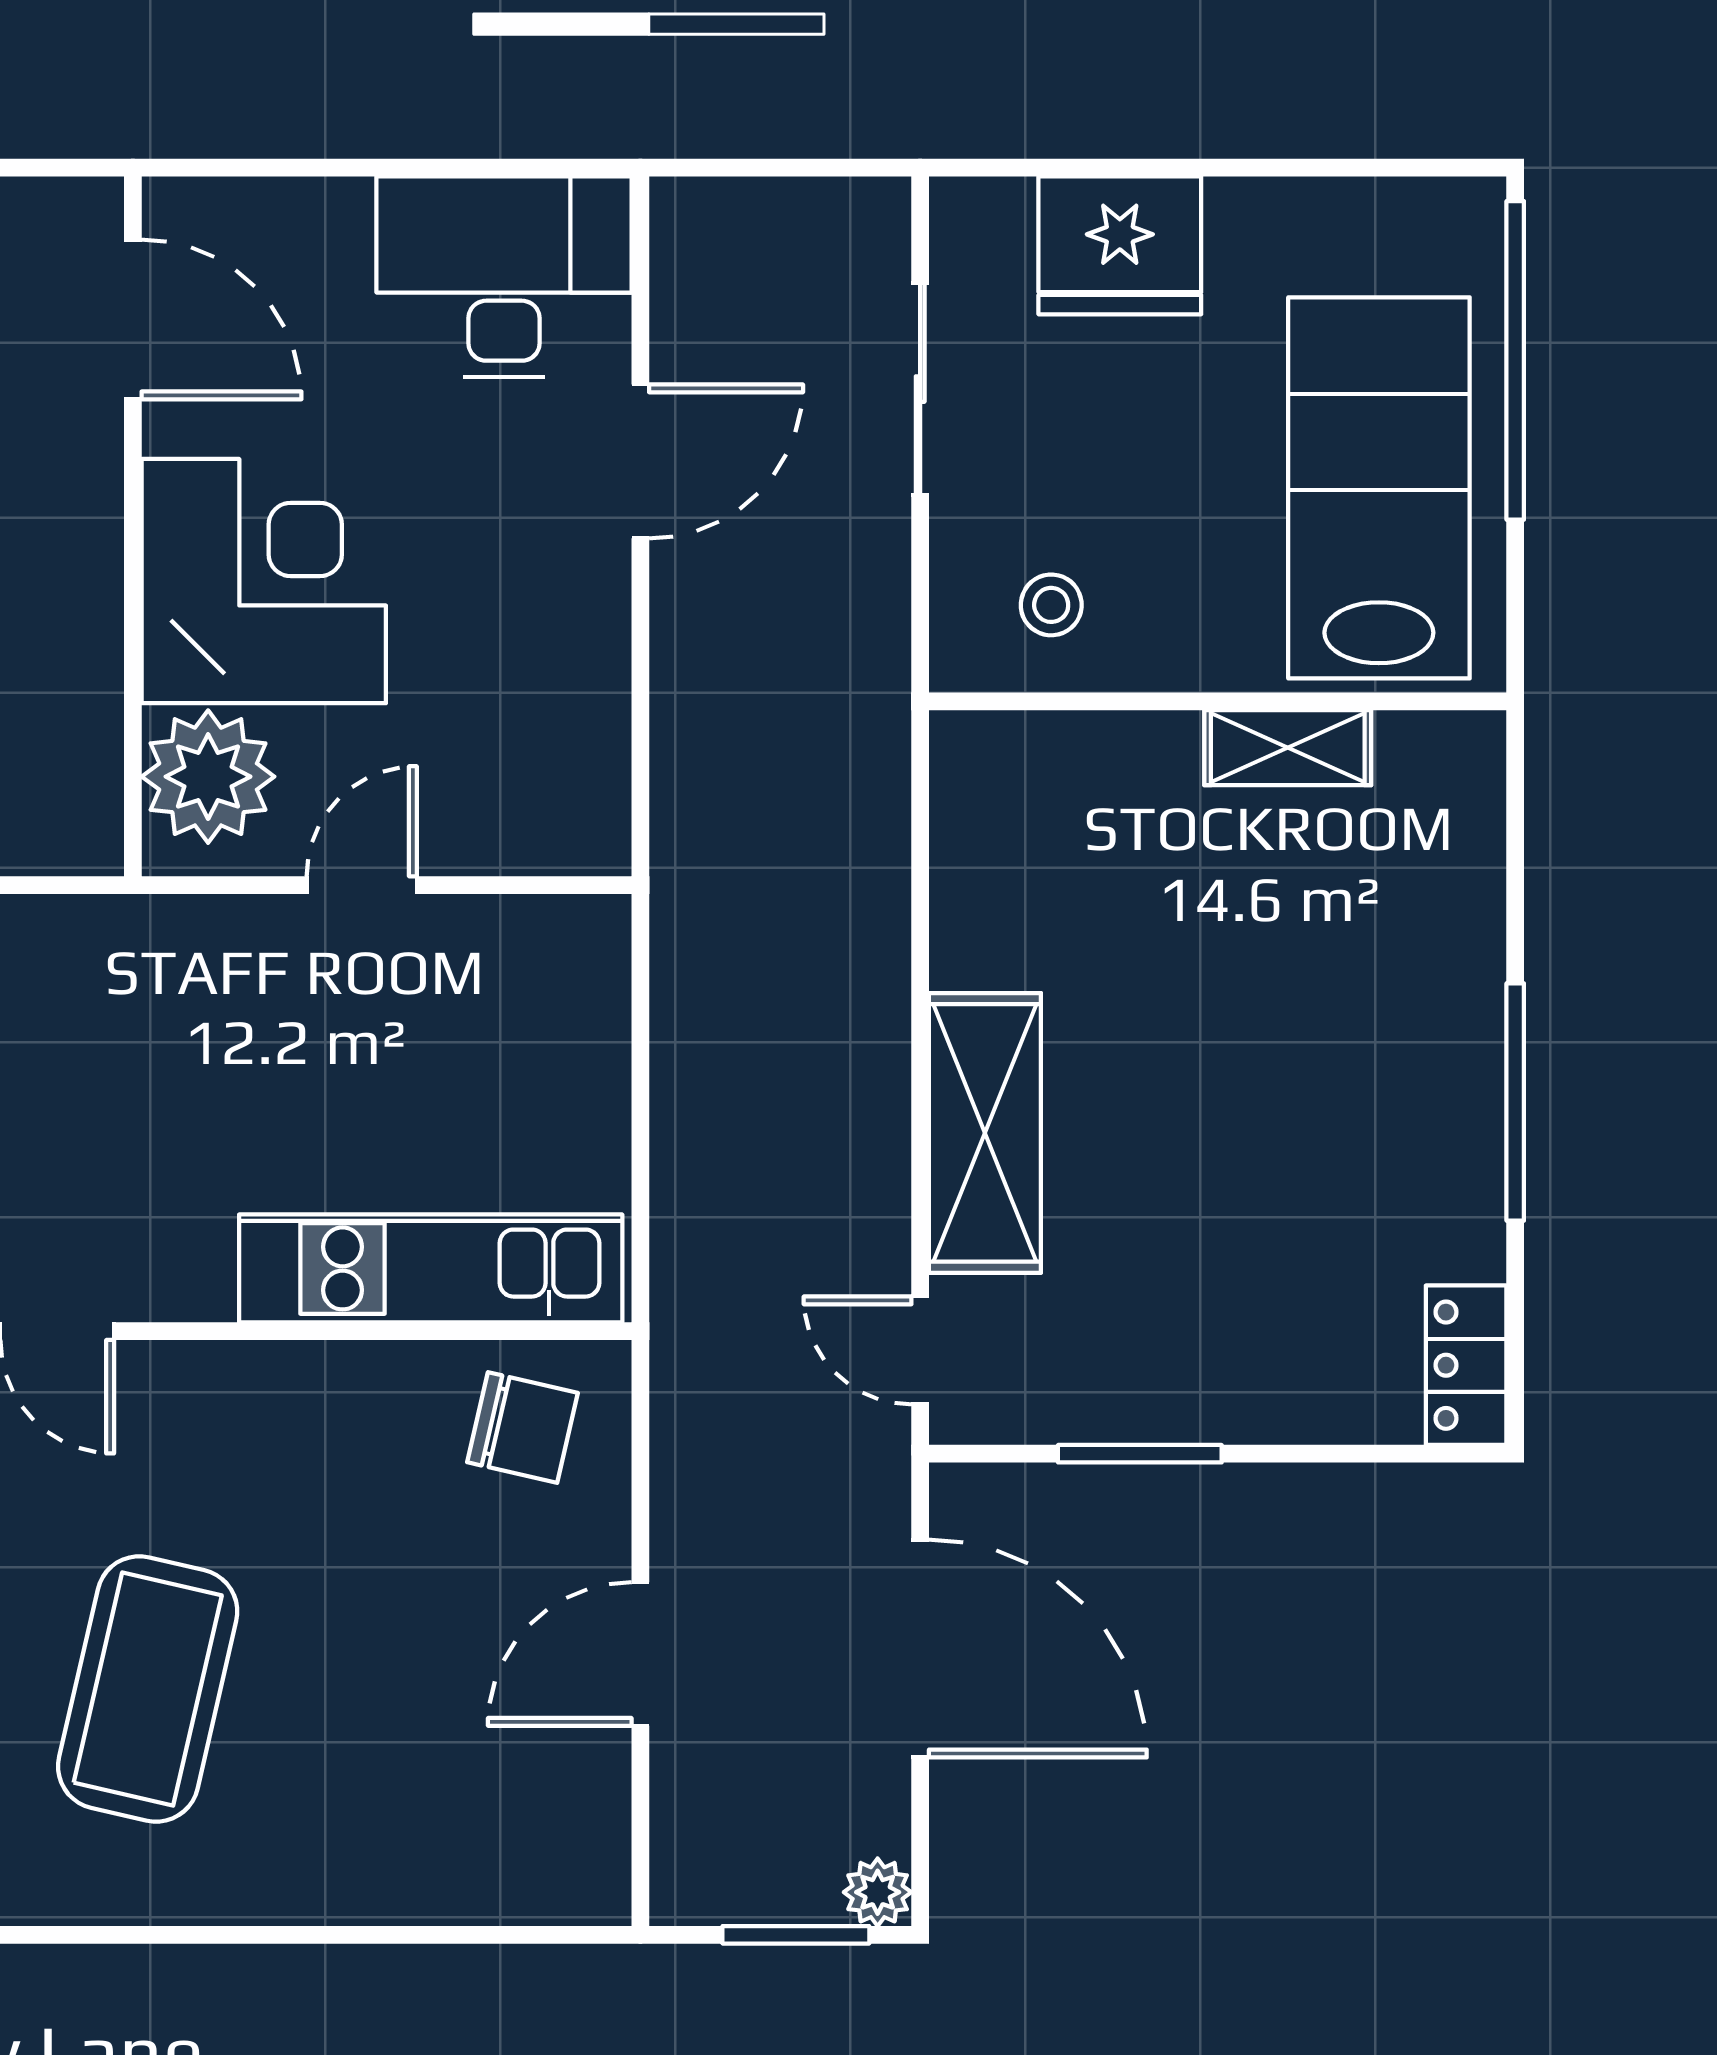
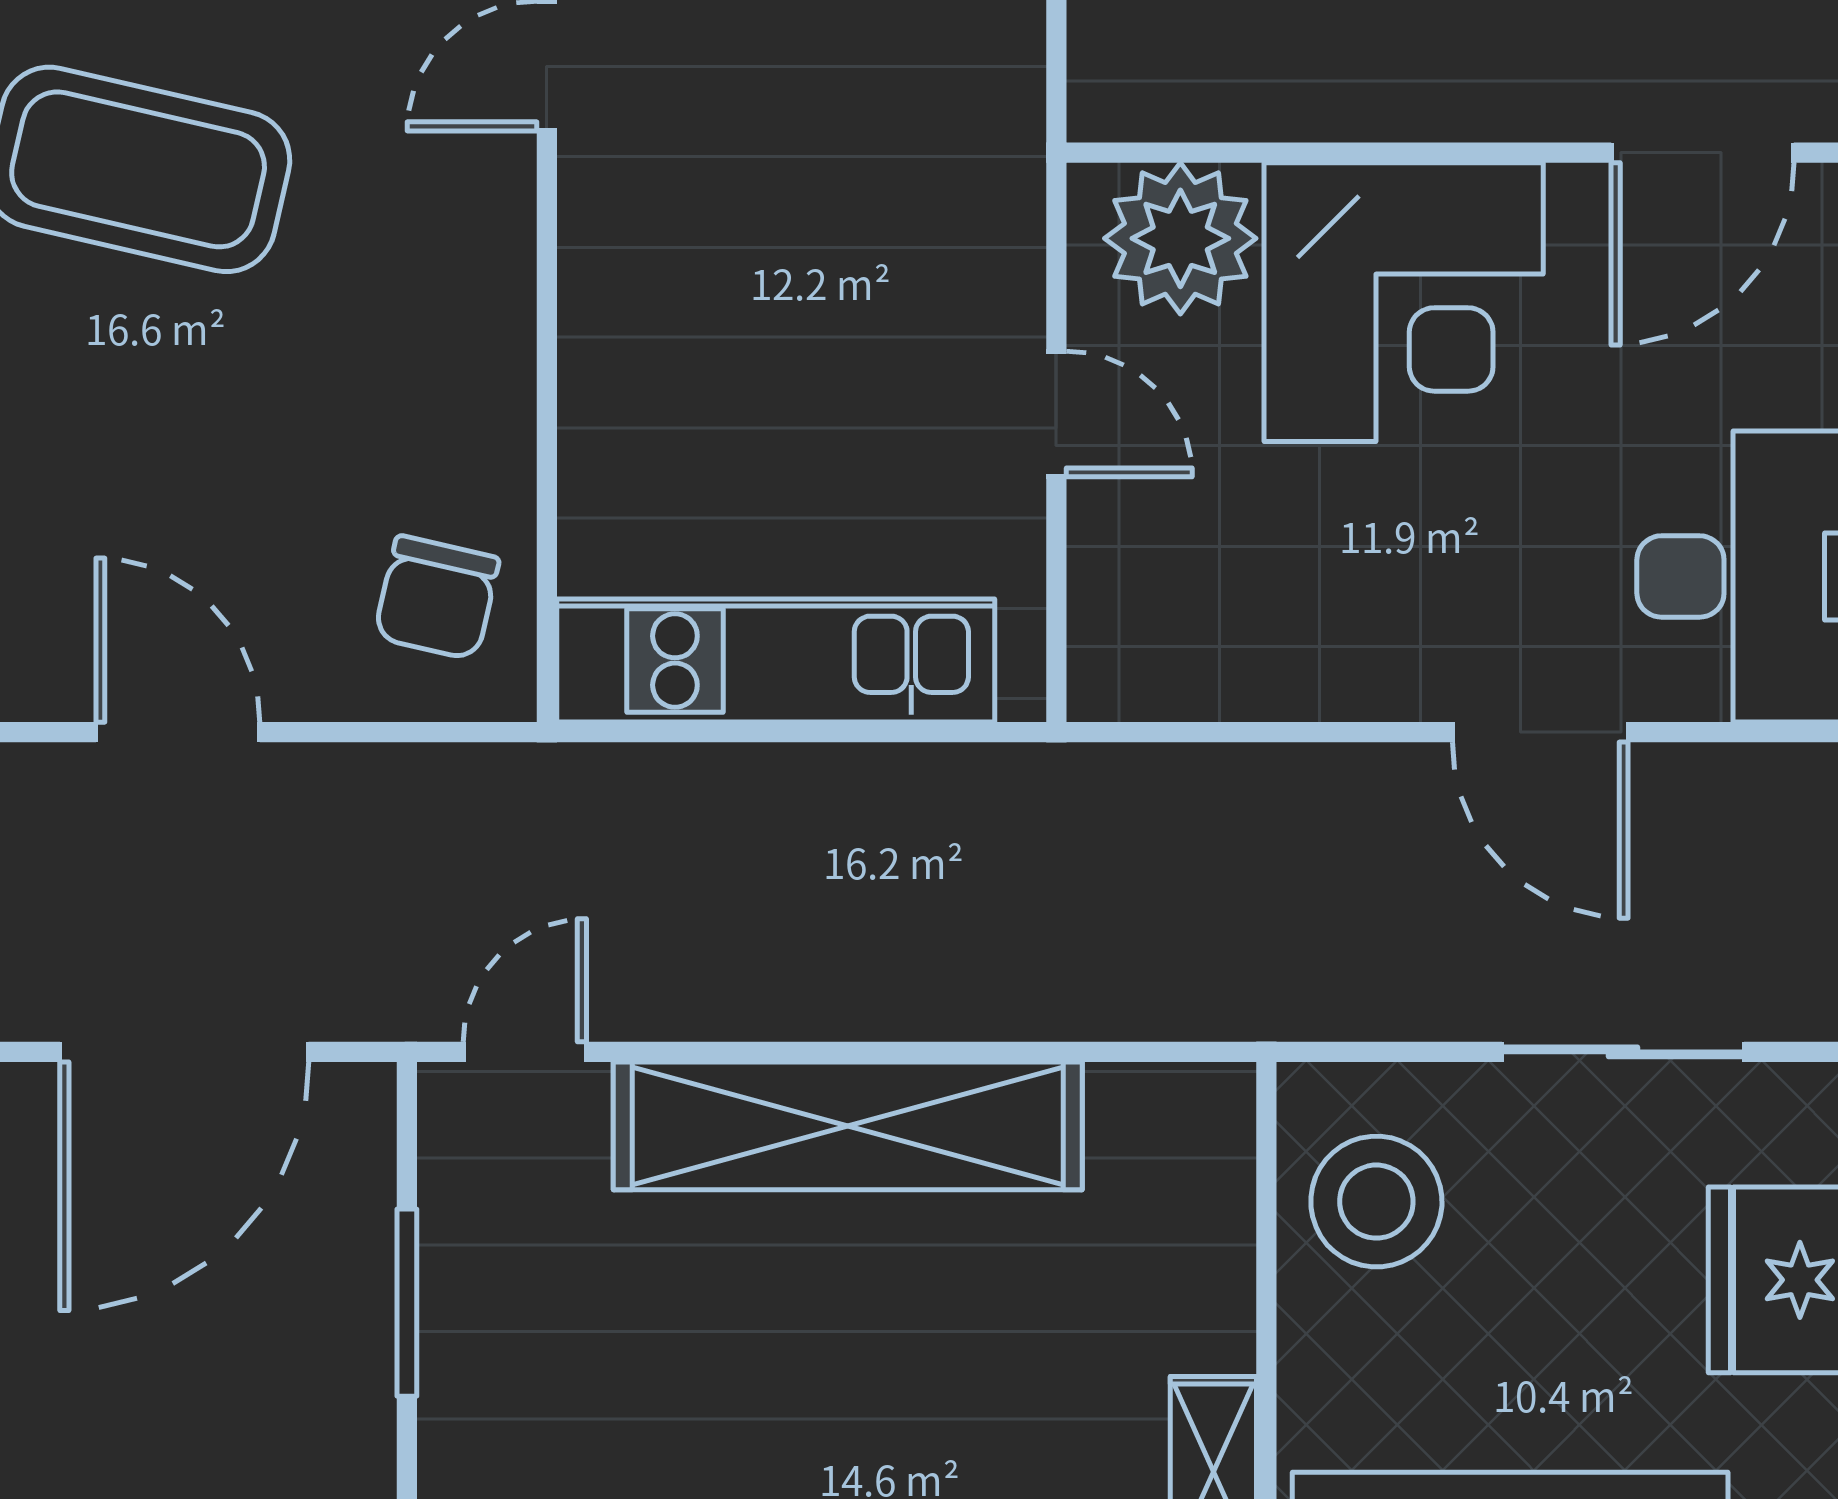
stool: (1051, 605) -> (1376, 1202), width x1.89, depth x1.89
shelving: (985, 1133) -> (848, 1126), width x1.47
kitchen unit: (431, 1268) -> (776, 660), moved, turned -90

